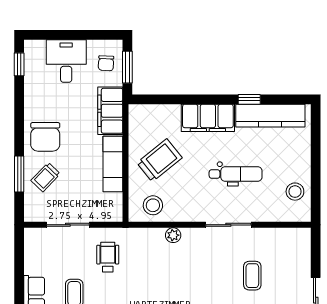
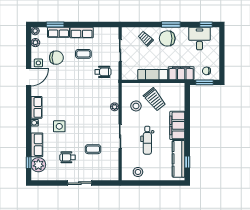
desk: (66, 61) -> (199, 38), moved, turned -90
window: (249, 99) -> (187, 162), moved
window: (19, 174) -> (171, 24), moved
stool: (153, 205) -> (136, 106), moved

